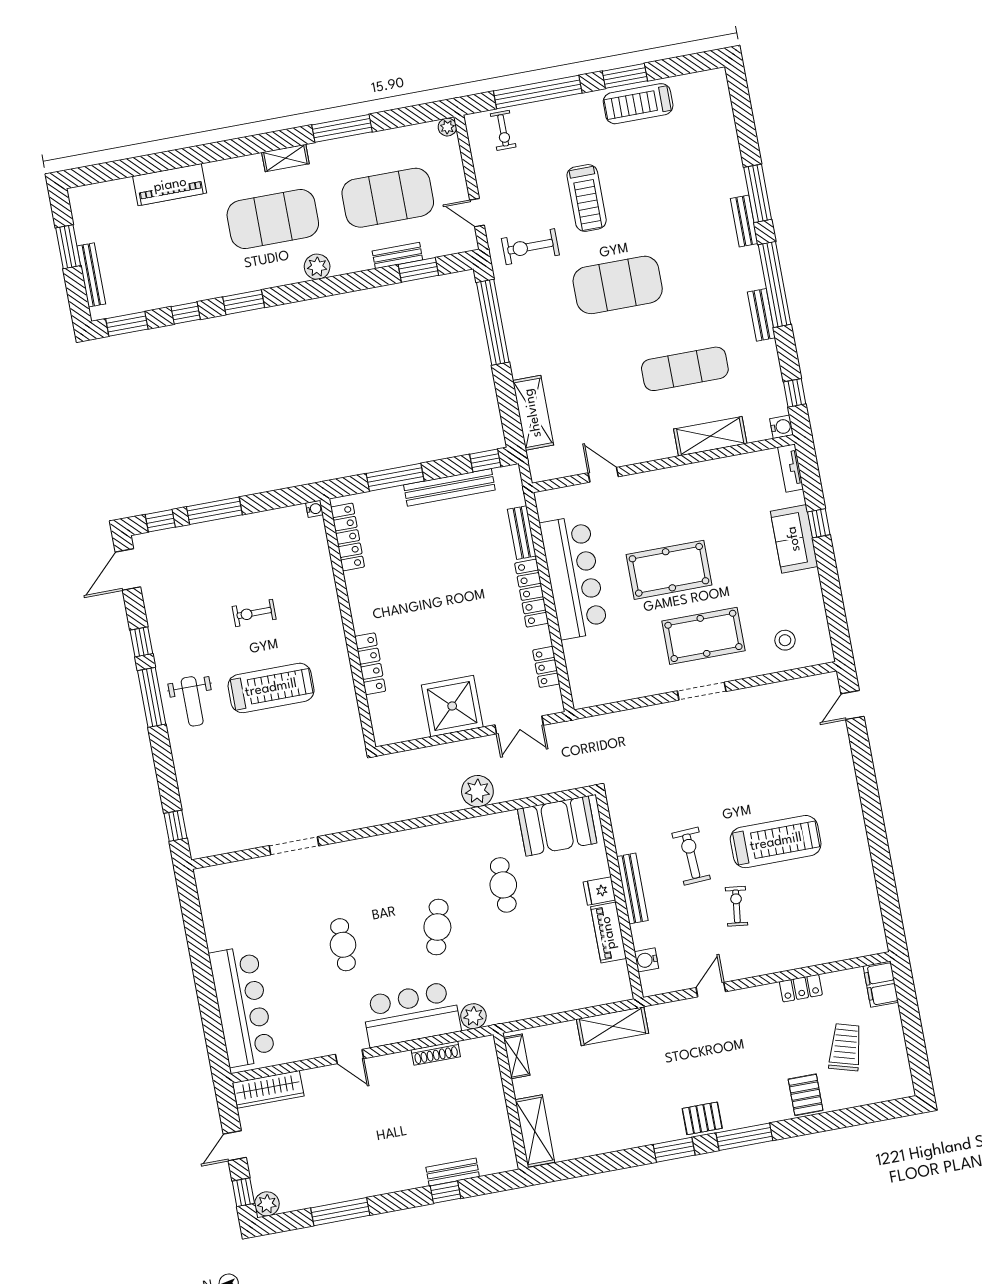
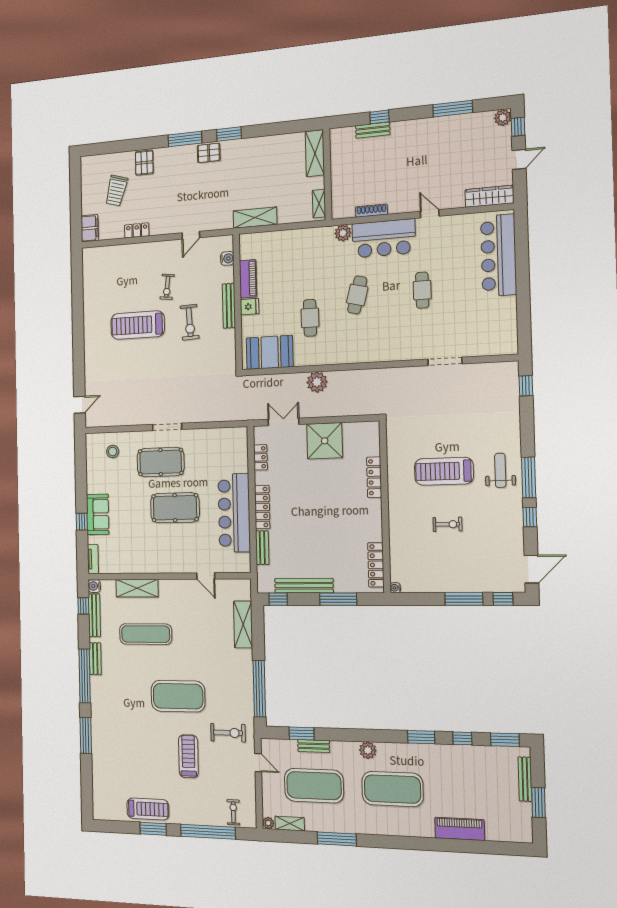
shelving: (285, 158) -> (290, 824), moved
bench: (744, 221) -> (94, 615), moved, width x1.36

